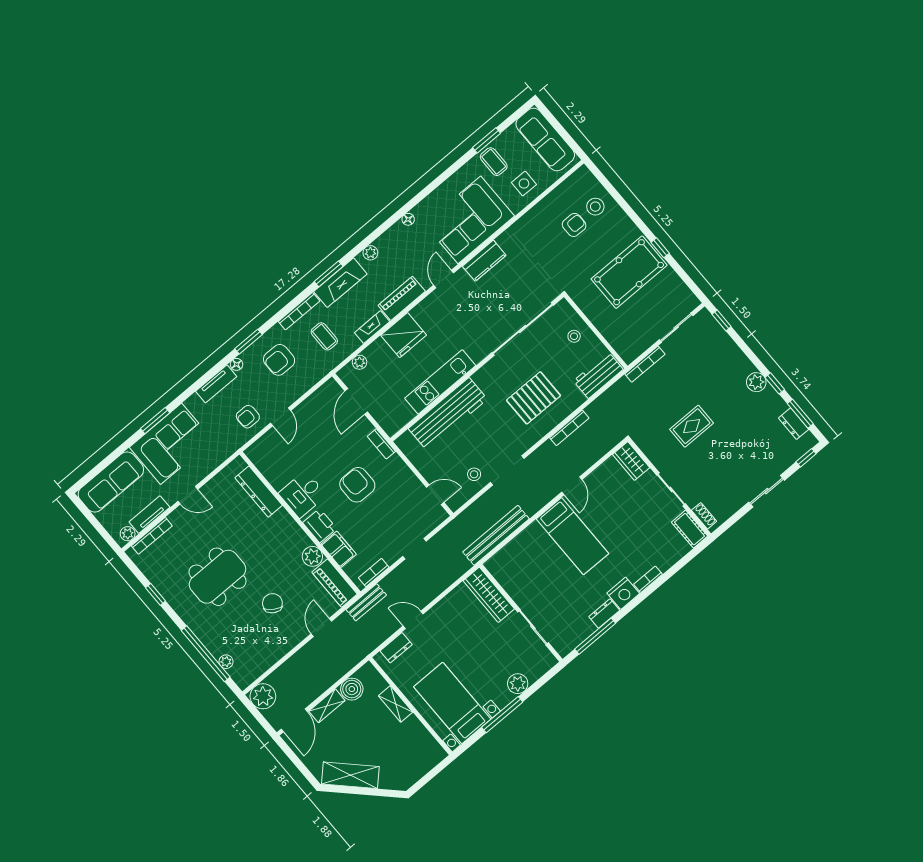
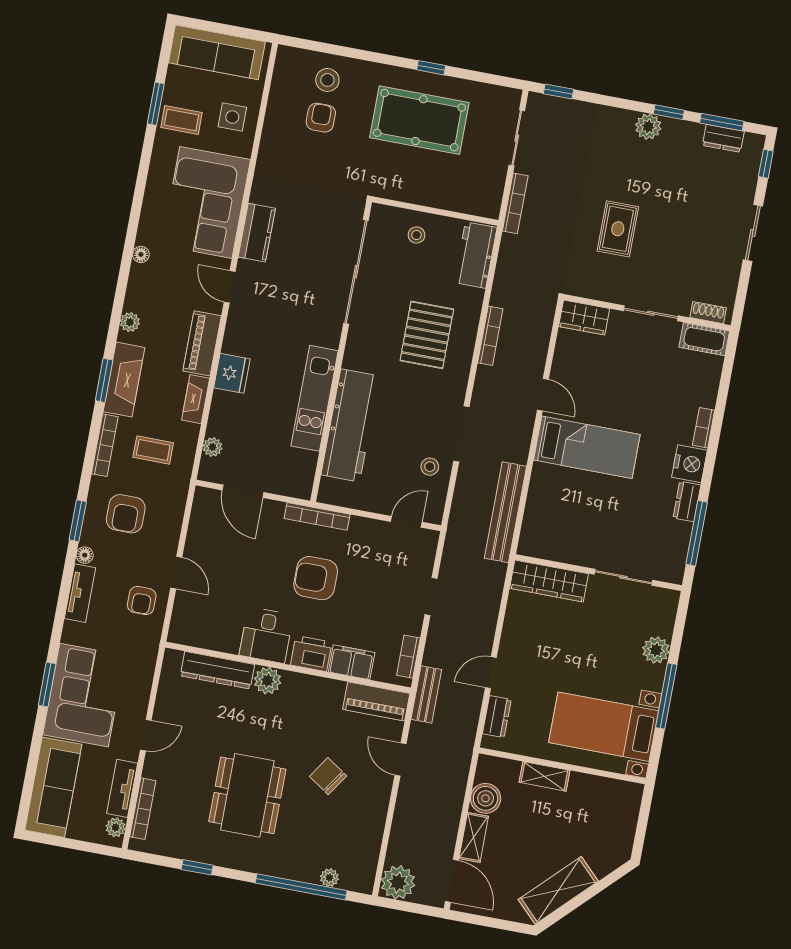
pool table: (629, 272) -> (419, 120), turned 90
fridge: (404, 335) -> (232, 373), width x0.73, depth x0.75
bookcase: (381, 444) -> (317, 516), width x1.56
plant: (312, 556) -> (267, 681), moved

